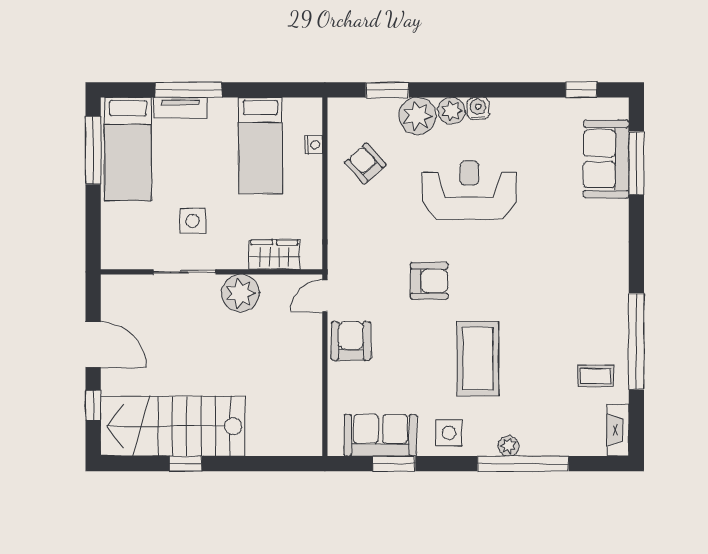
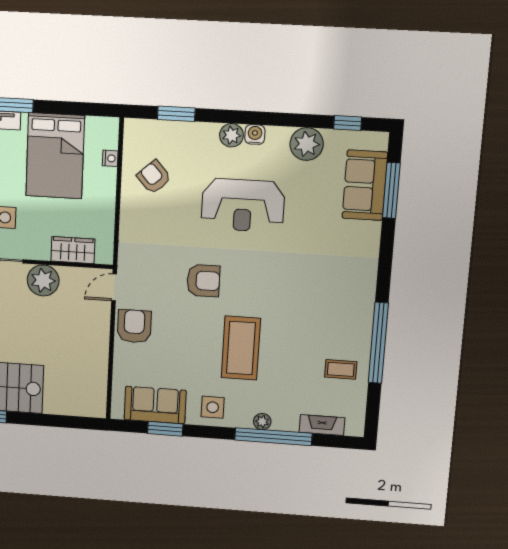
plant: (417, 116) -> (307, 144), moved
bed: (260, 146) -> (55, 156), width x1.50
reception desk: (469, 190) -> (243, 205), turned 180
fireplace: (618, 430) -> (322, 425), moved, turned 90

